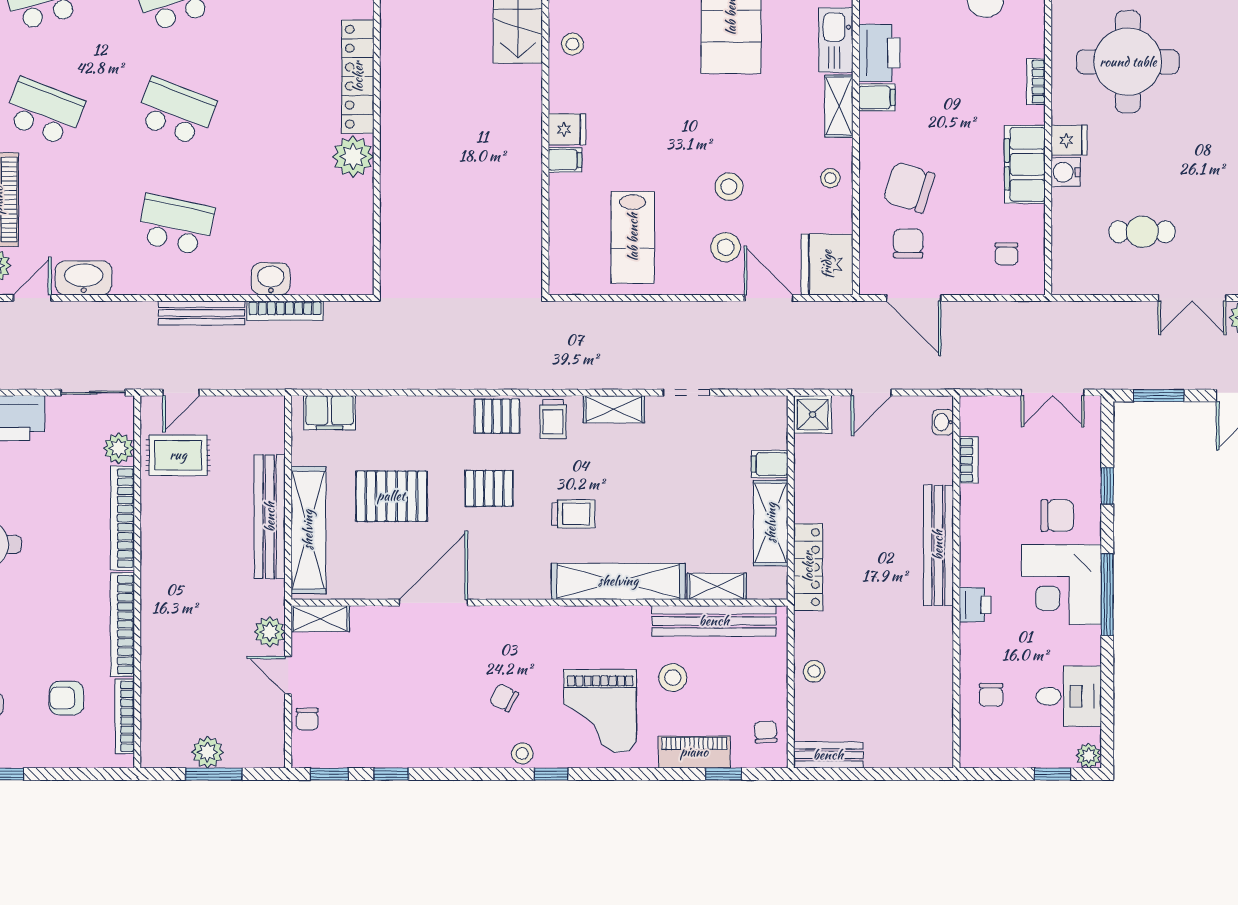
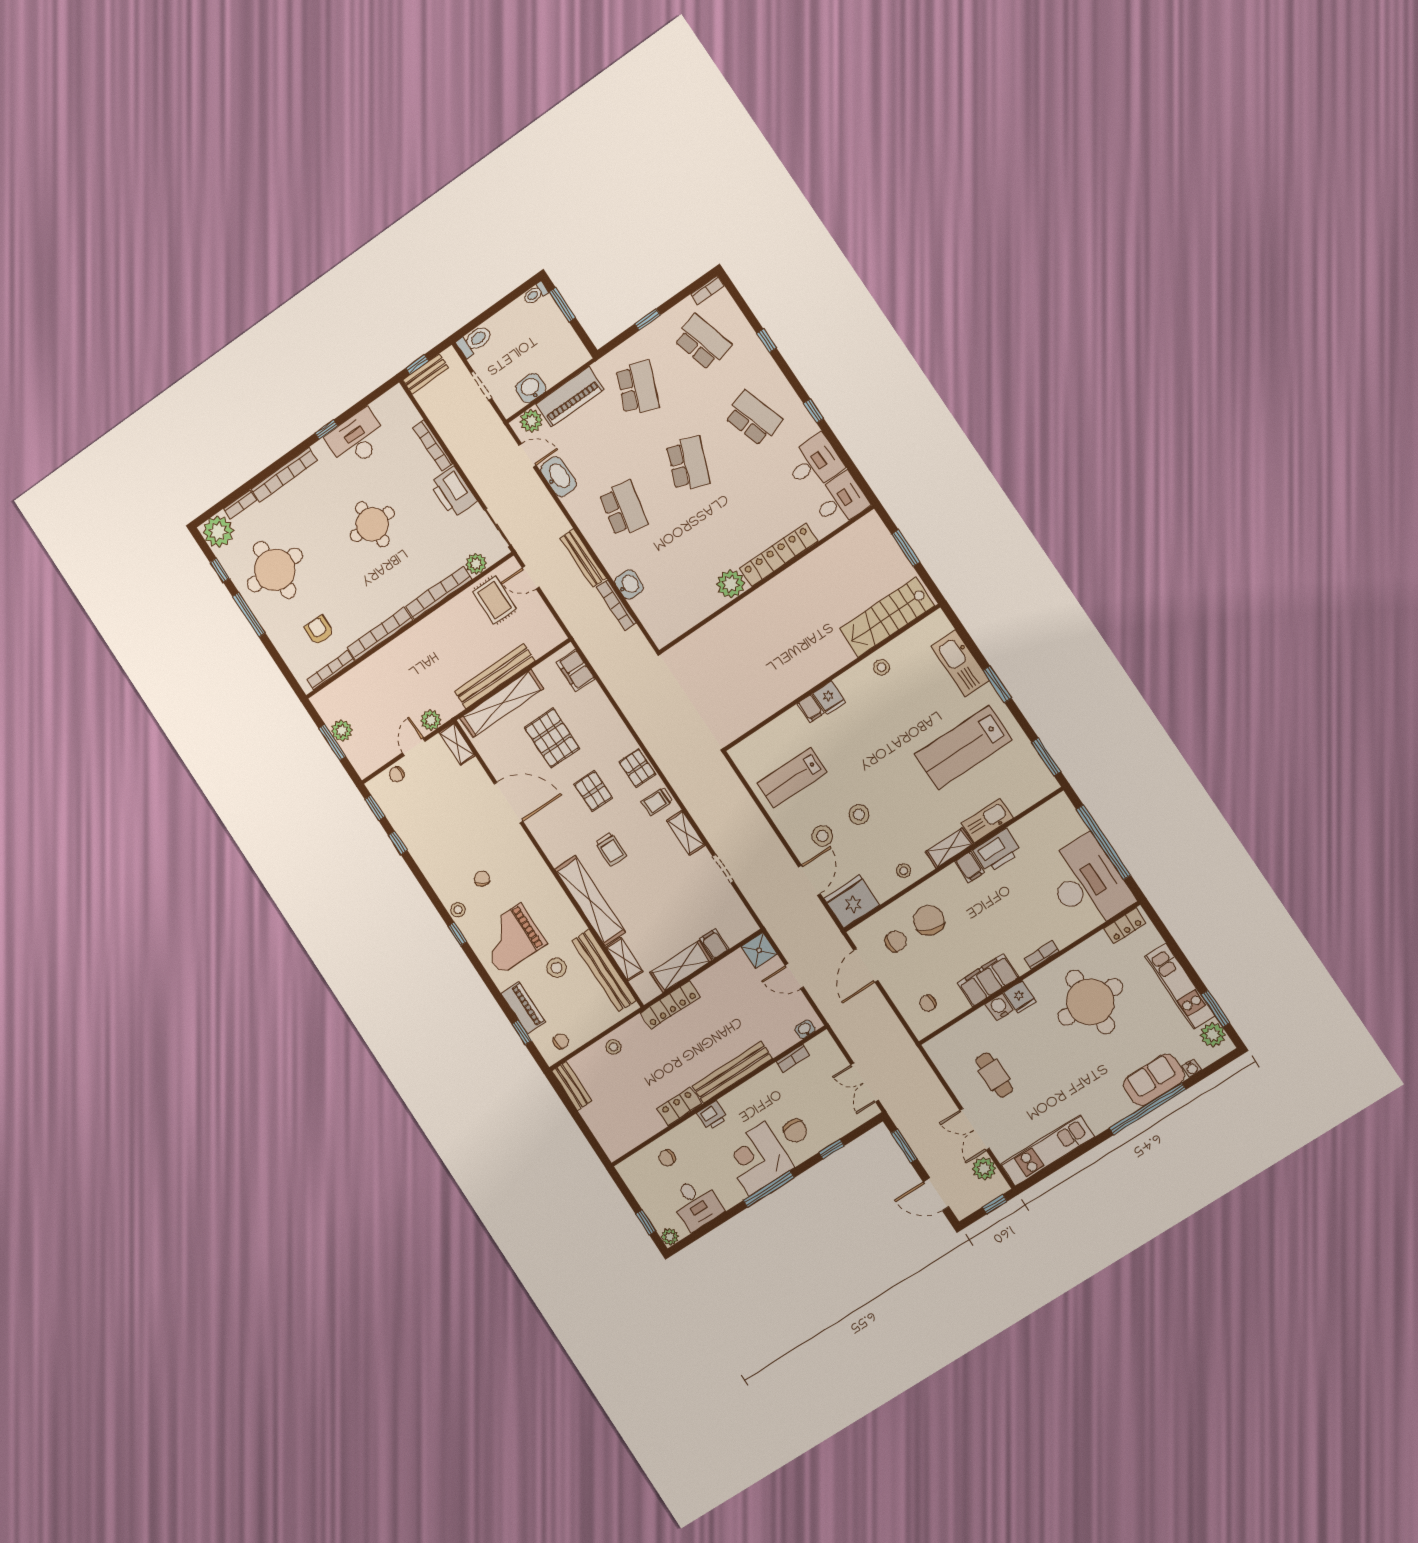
locker: (938, 638) -> (680, 1107), added

